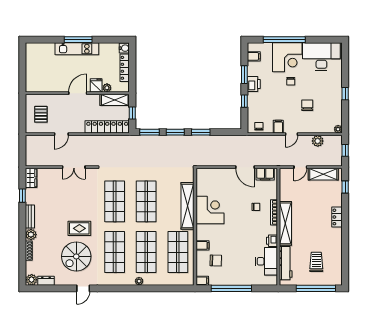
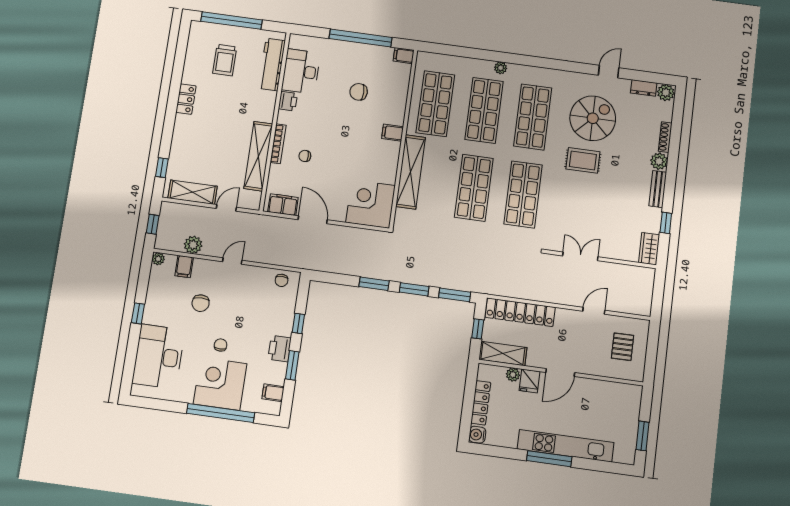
kitchen unit: (77, 49) -> (566, 446), width x1.36
desk: (321, 57) -> (158, 357), moved, turned 90
window: (22, 61) -> (643, 436), added
filing cabinet: (278, 127) -> (184, 267), moved
corner desk: (210, 210) -> (371, 204), moved, turned 90
locker: (337, 217) -> (186, 99), moved
shelving: (285, 223) -> (258, 156), moved
filing cabinet: (202, 245) -> (393, 133), moved
chair: (216, 260) -> (359, 92), moved
door: (83, 288) -> (609, 72), moved

